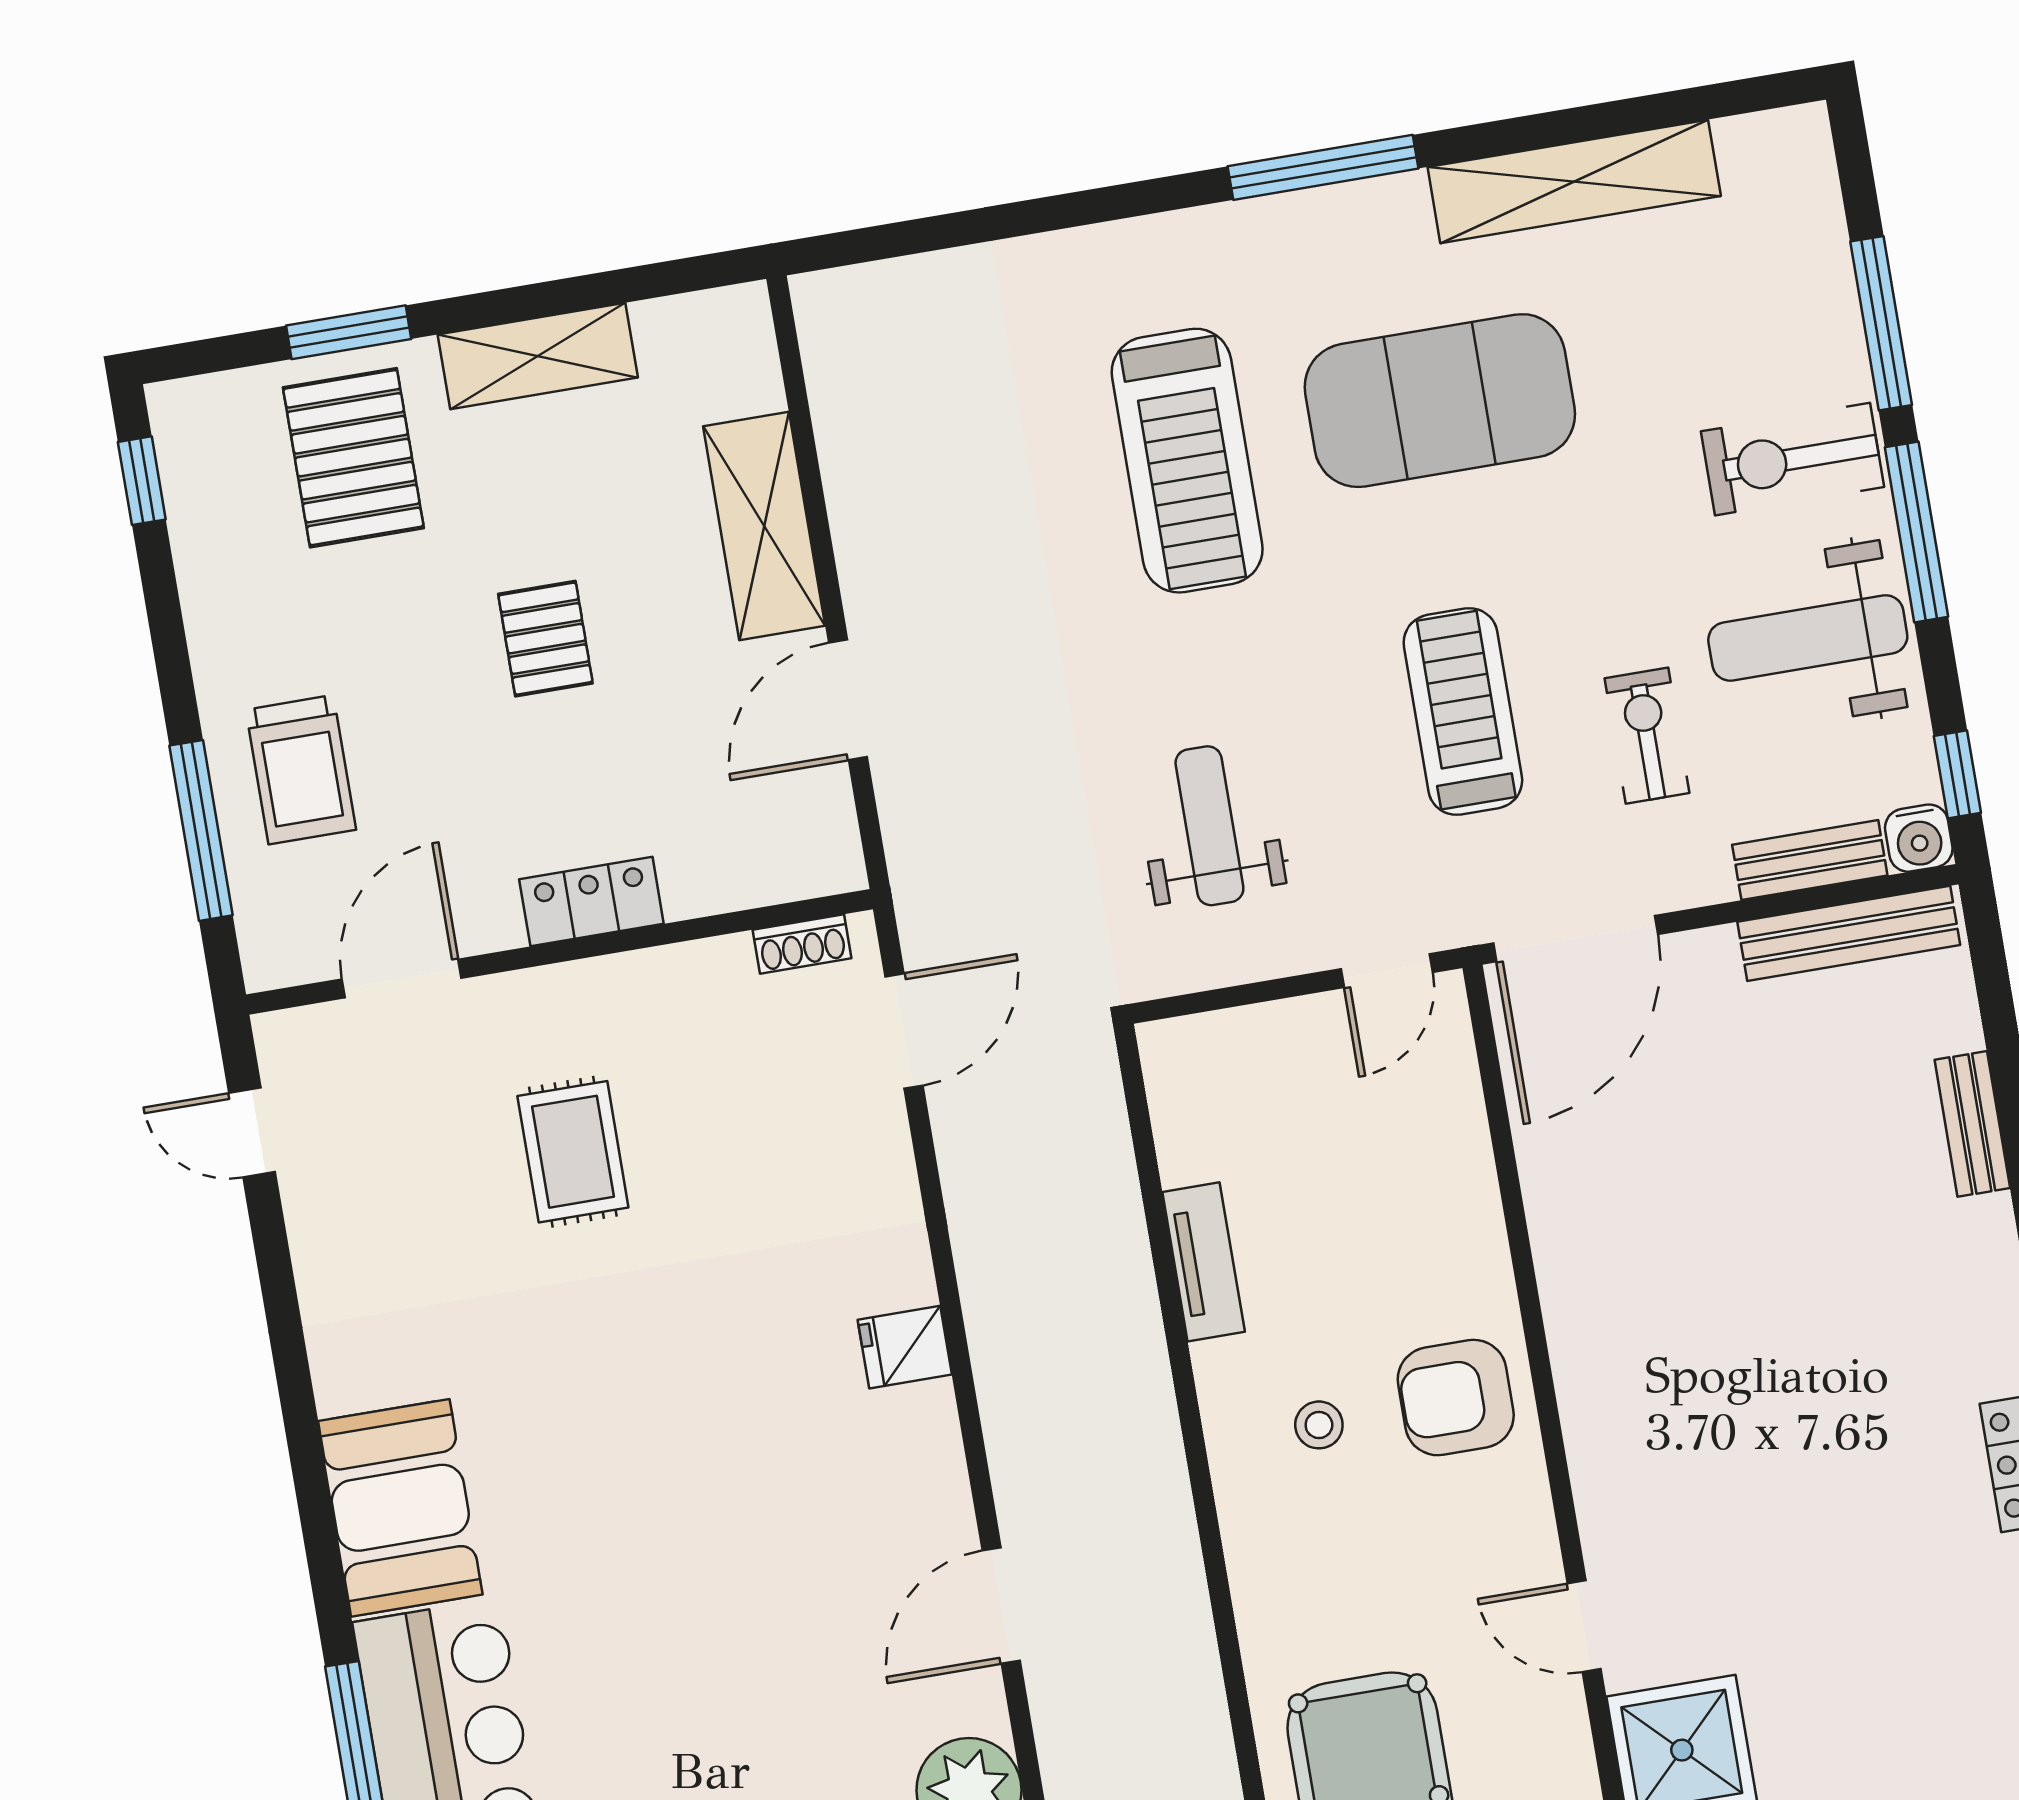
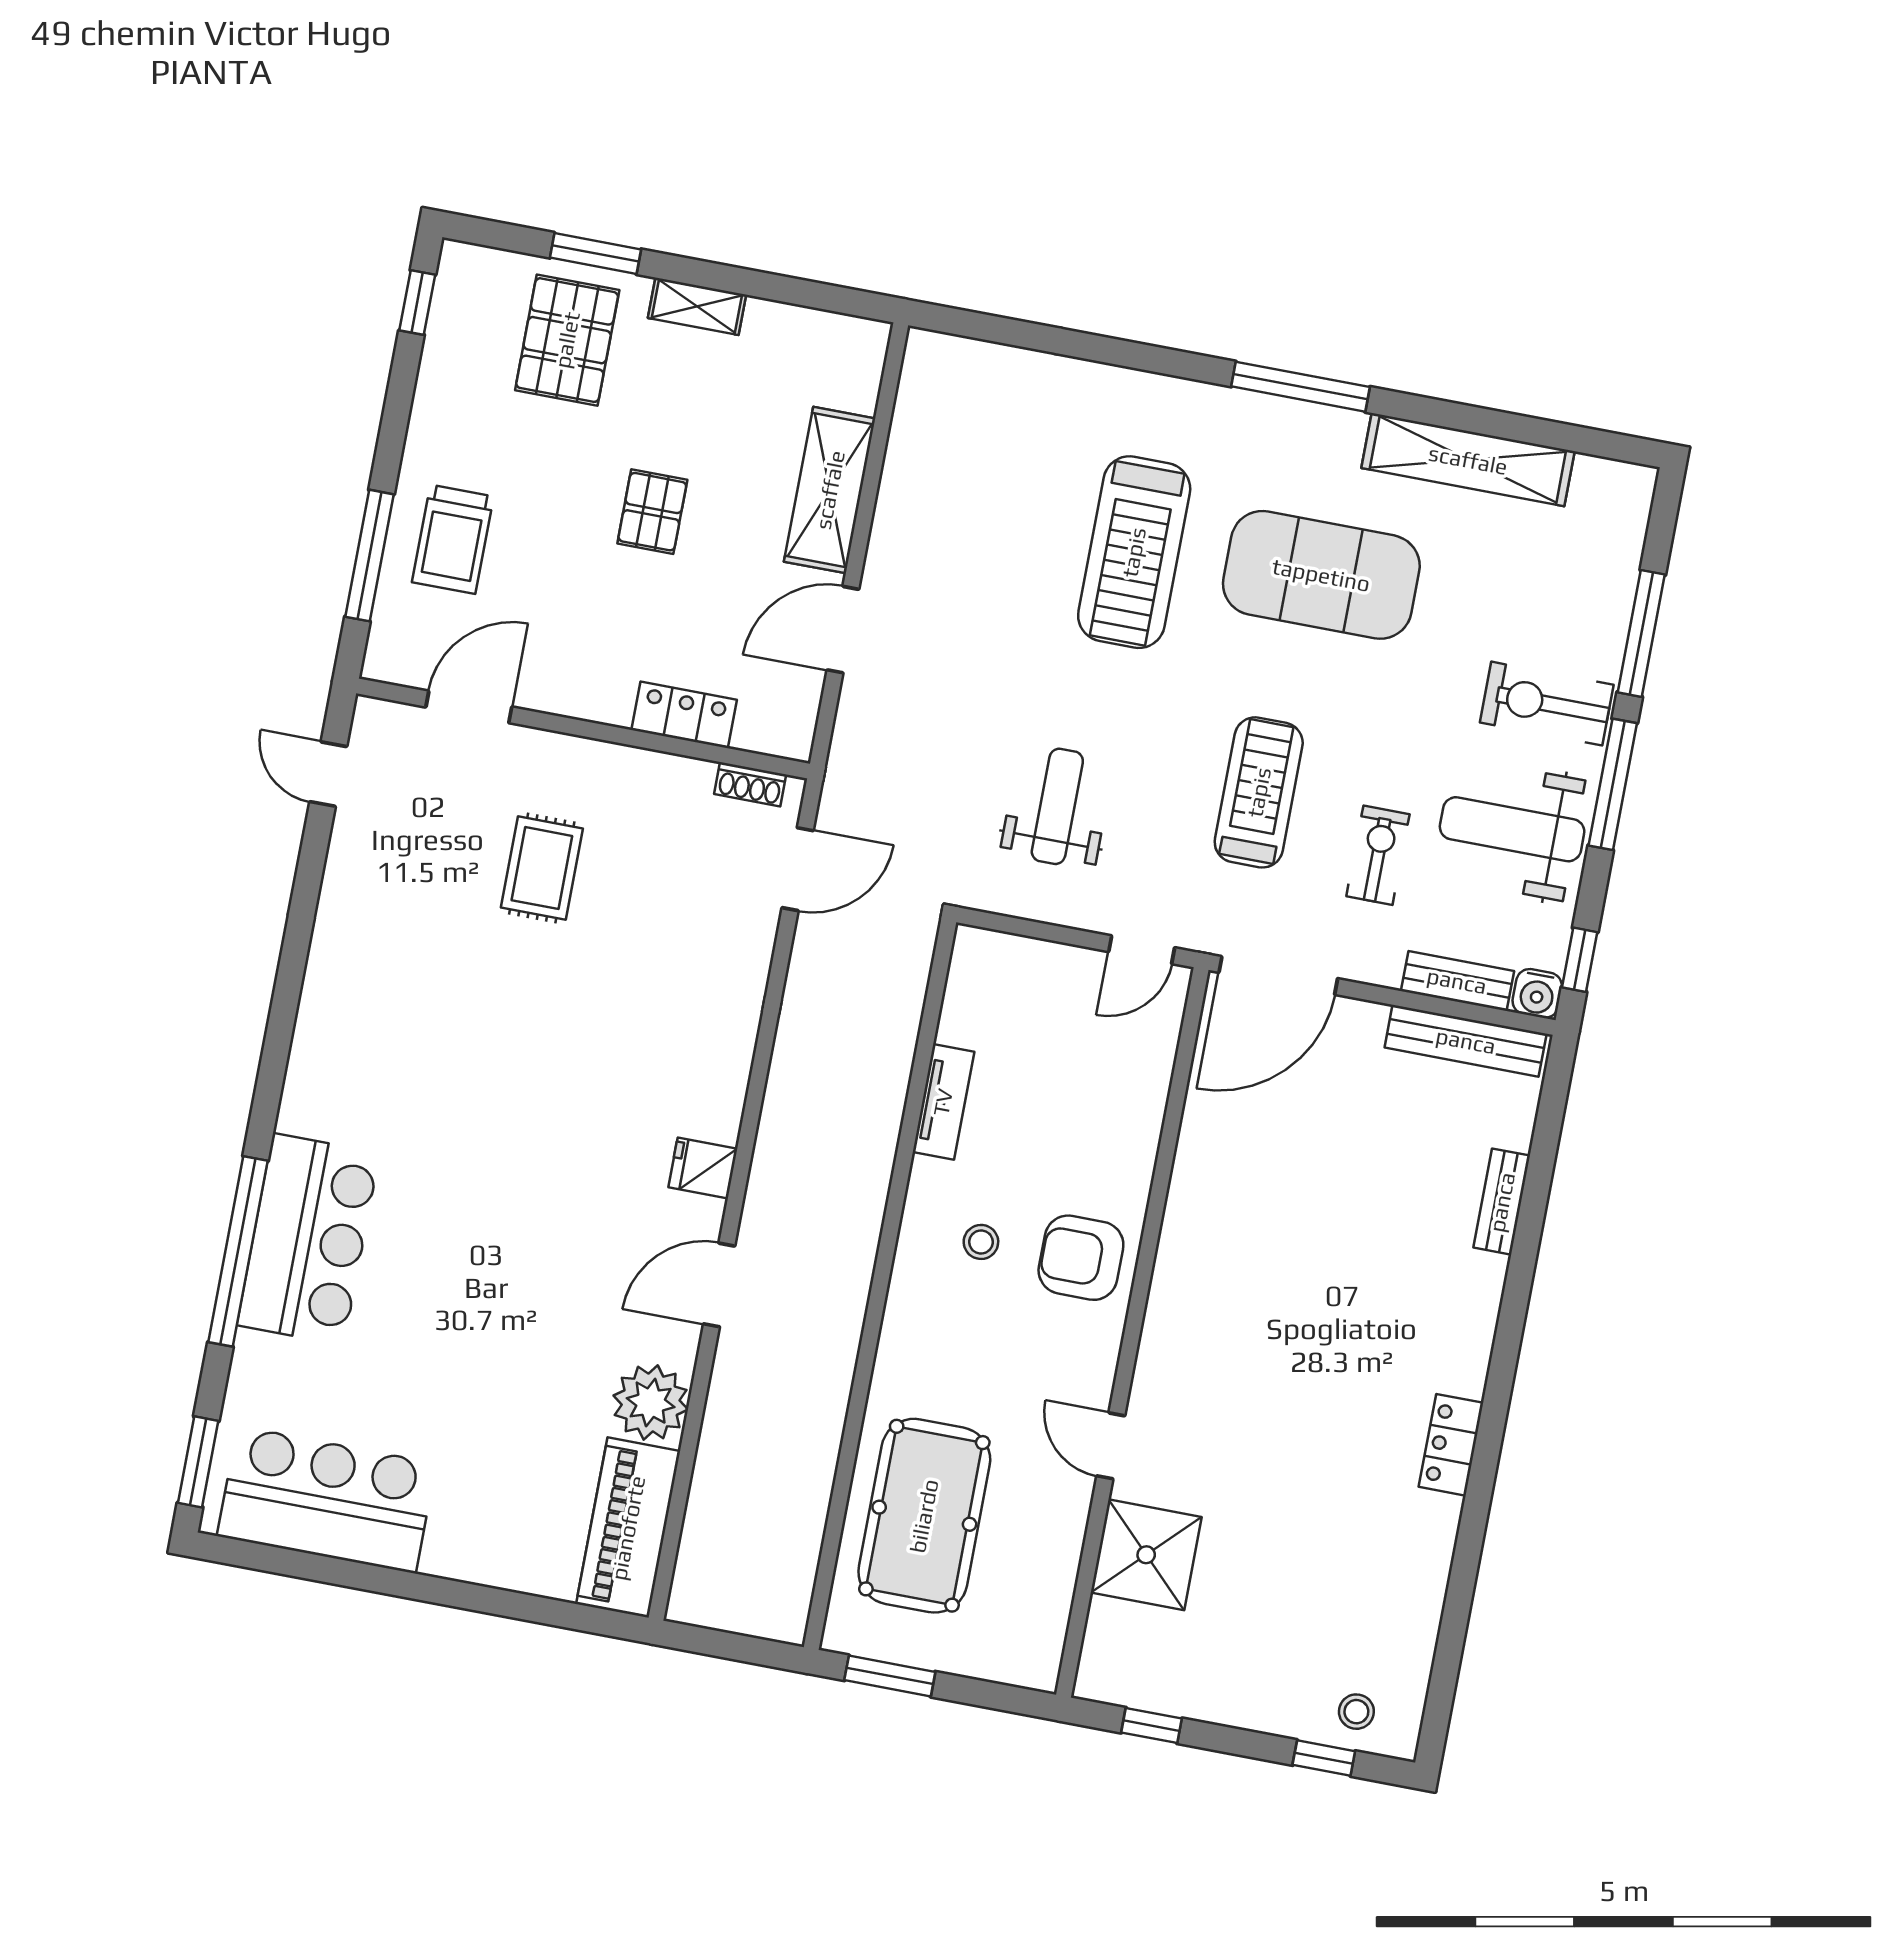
shelving: (538, 356) -> (697, 306), width x0.67, depth x0.75
locker: (591, 902) -> (684, 715), moved
fridge: (905, 1347) -> (703, 1168), moved
booth: (400, 1508) -> (335, 1067), removed

